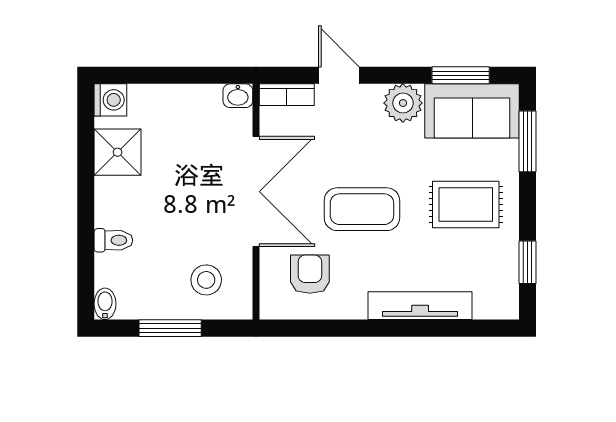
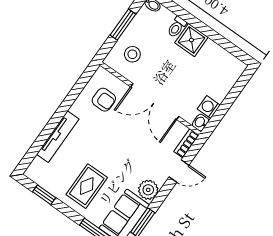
washing machine: (110, 100) -> (209, 107), moved, turned 90
shower: (118, 152) -> (191, 40), moved
coffee table: (362, 209) -> (116, 141), removed

